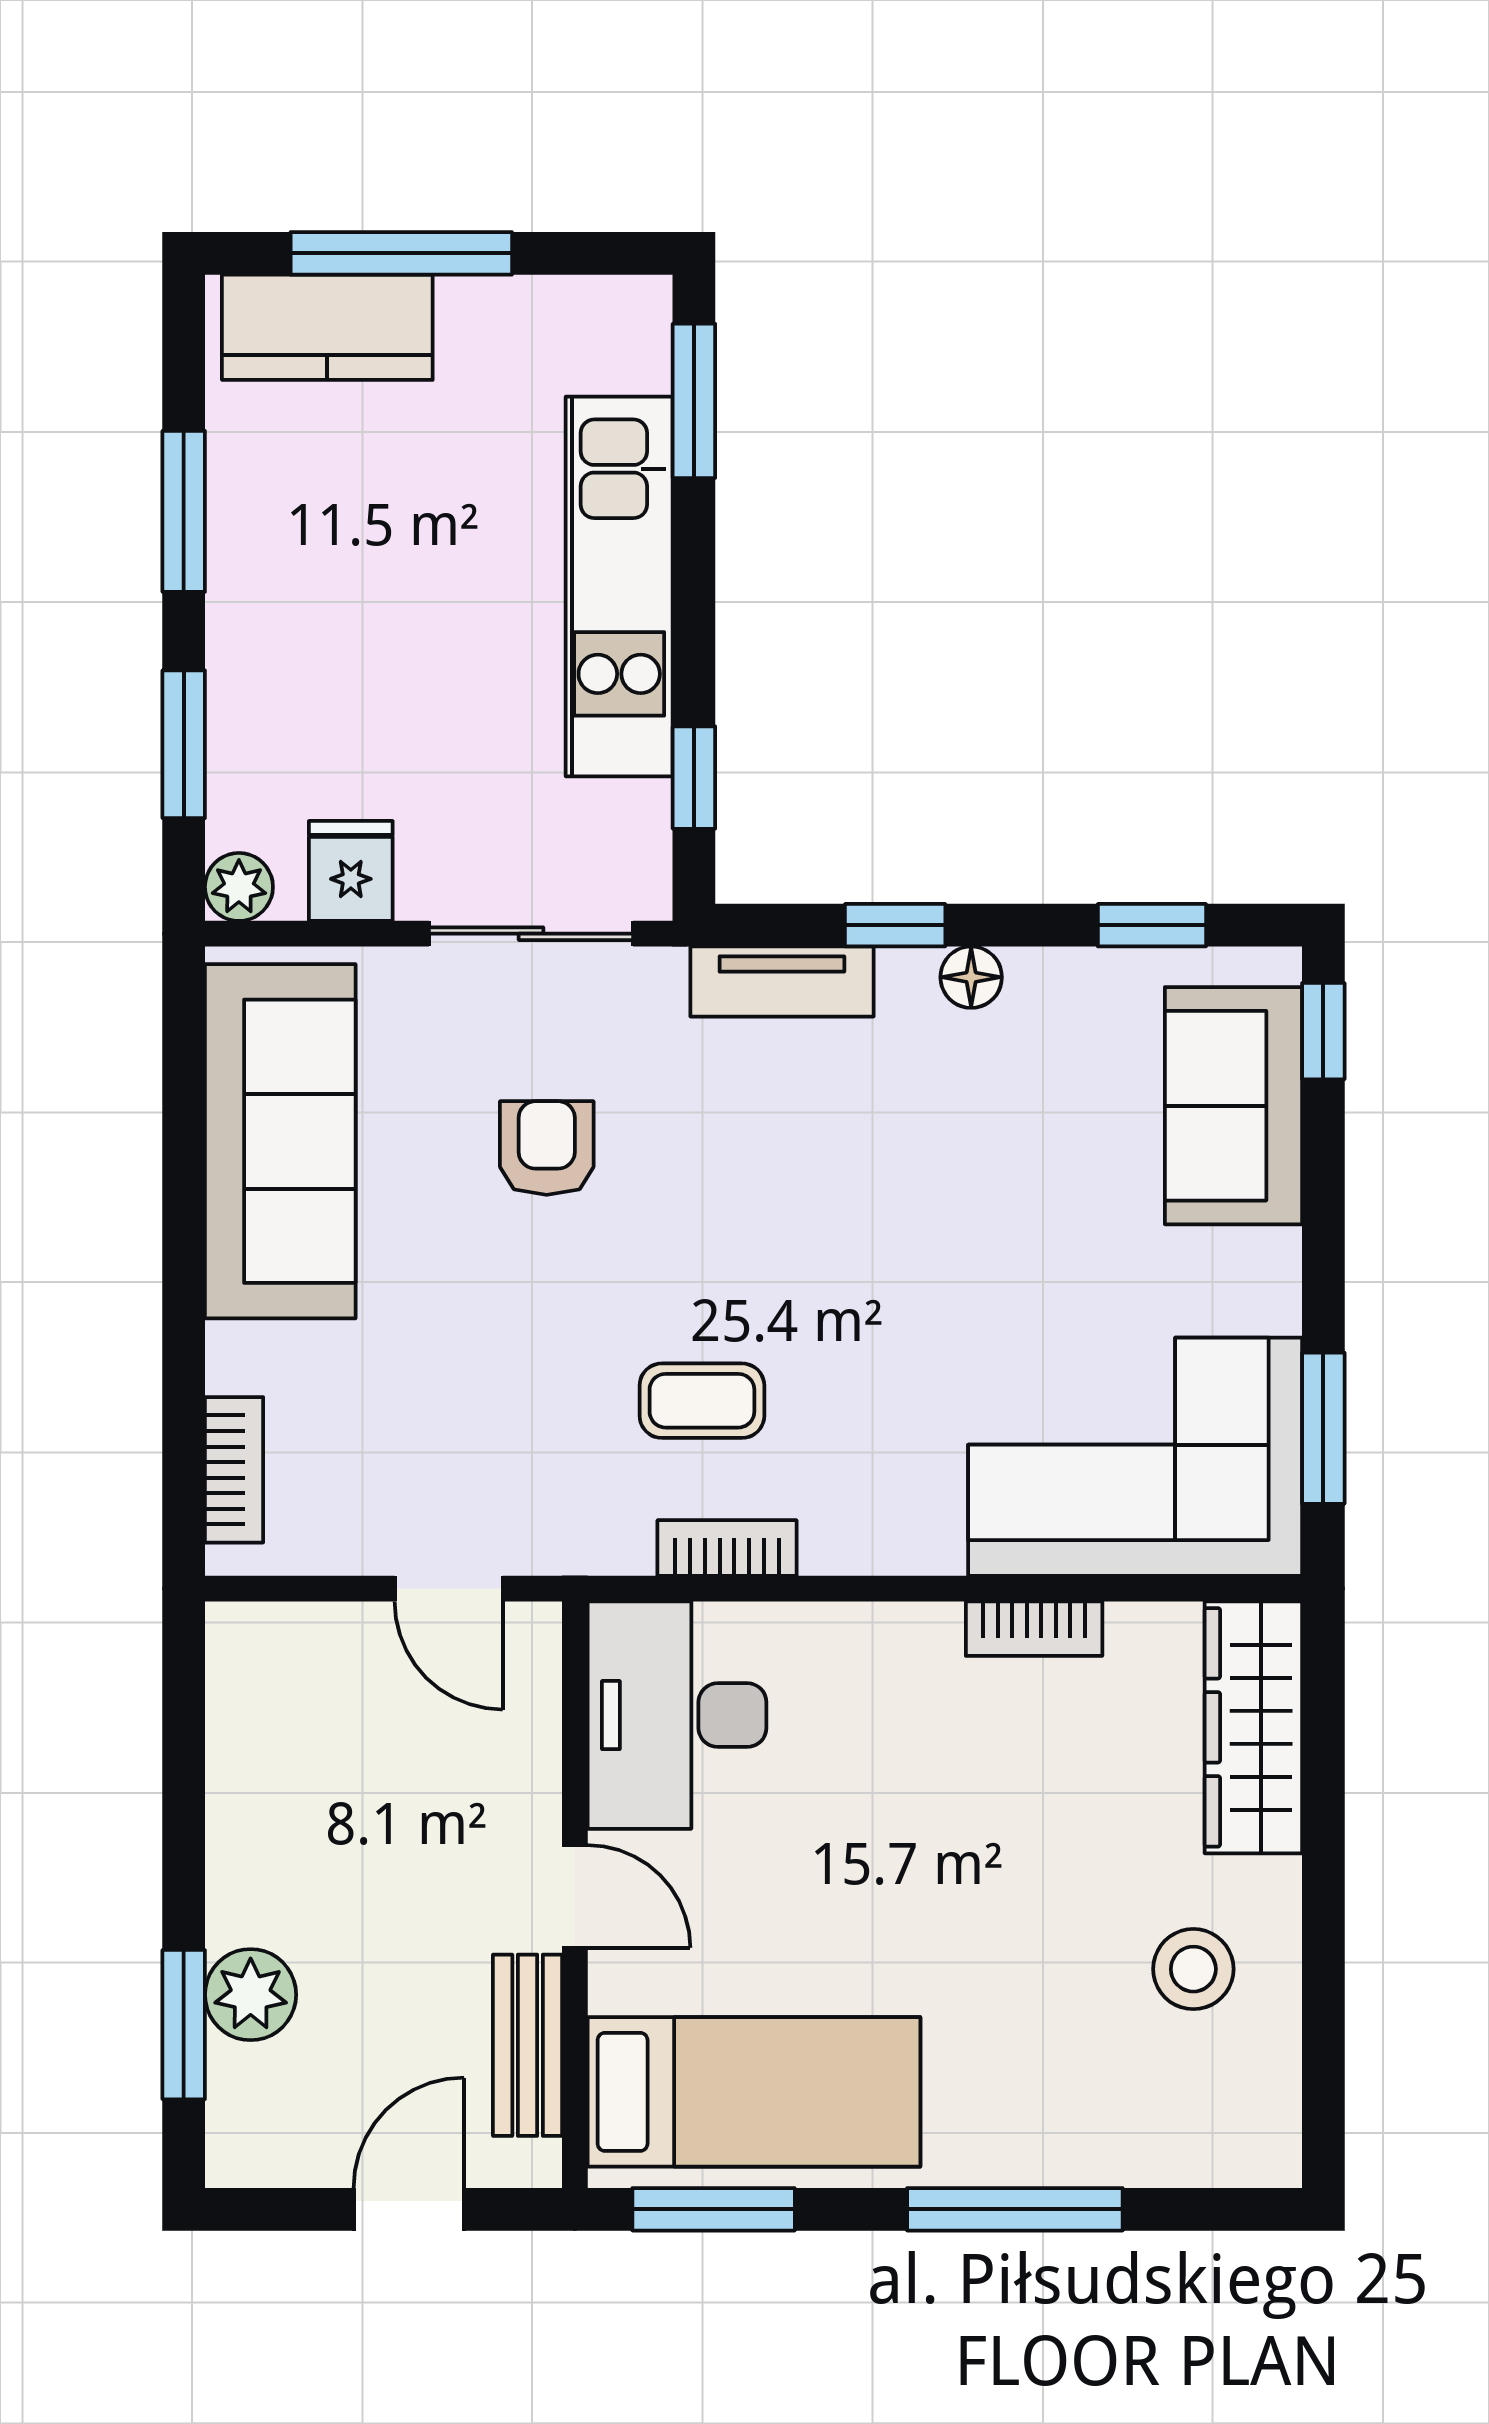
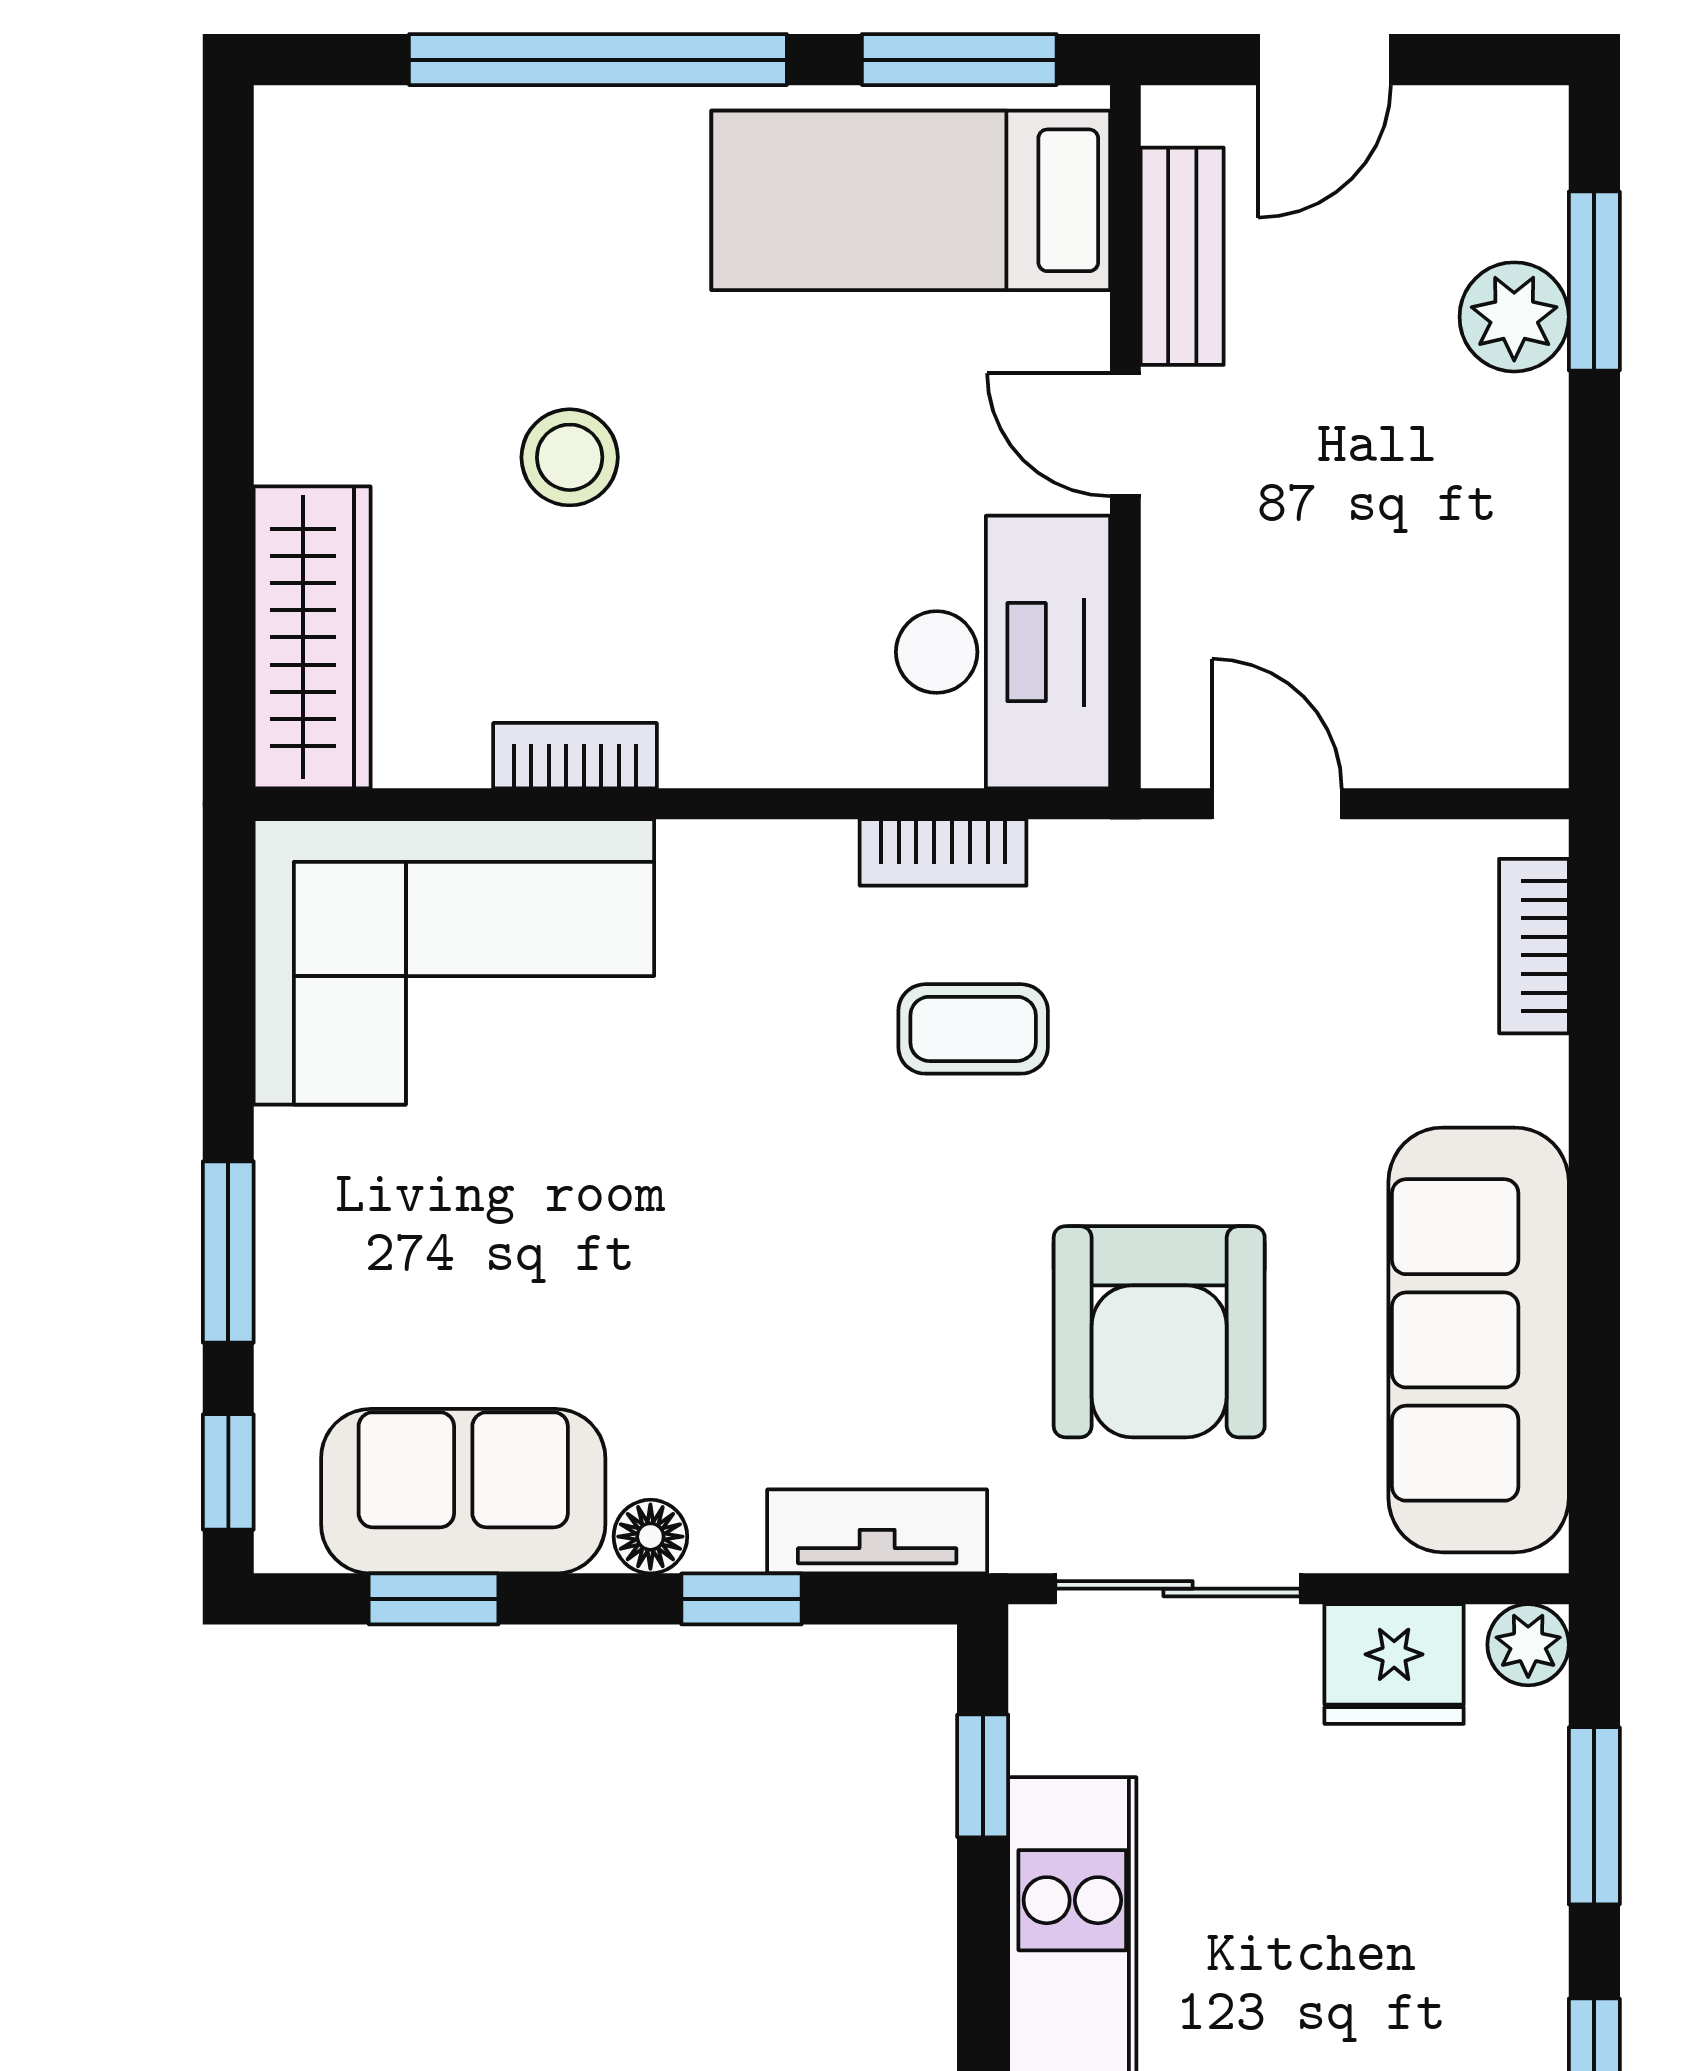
fridge: (351, 871) -> (1394, 1664), width x1.38
sofa: (1233, 1106) -> (463, 1491), moved, turned -90
armchair: (547, 1148) -> (1159, 1332), width x1.88, depth x1.88
window: (1323, 1428) -> (228, 1252), moved
stool: (1193, 1969) -> (570, 457), moved
window: (1015, 2209) -> (598, 60), width x1.46

